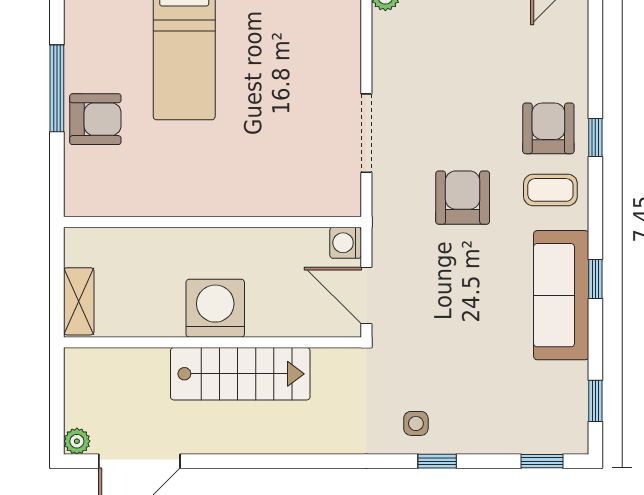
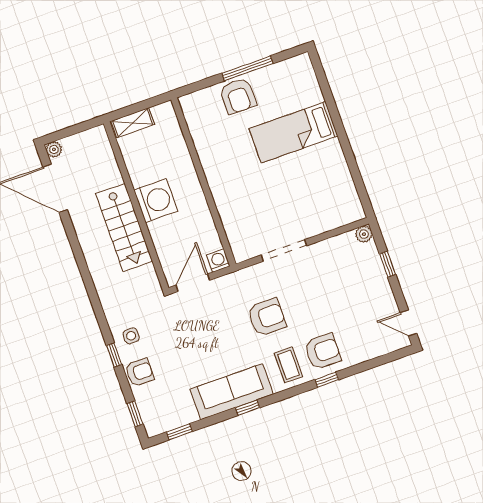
armchair: (479, 431) -> (139, 372), added

